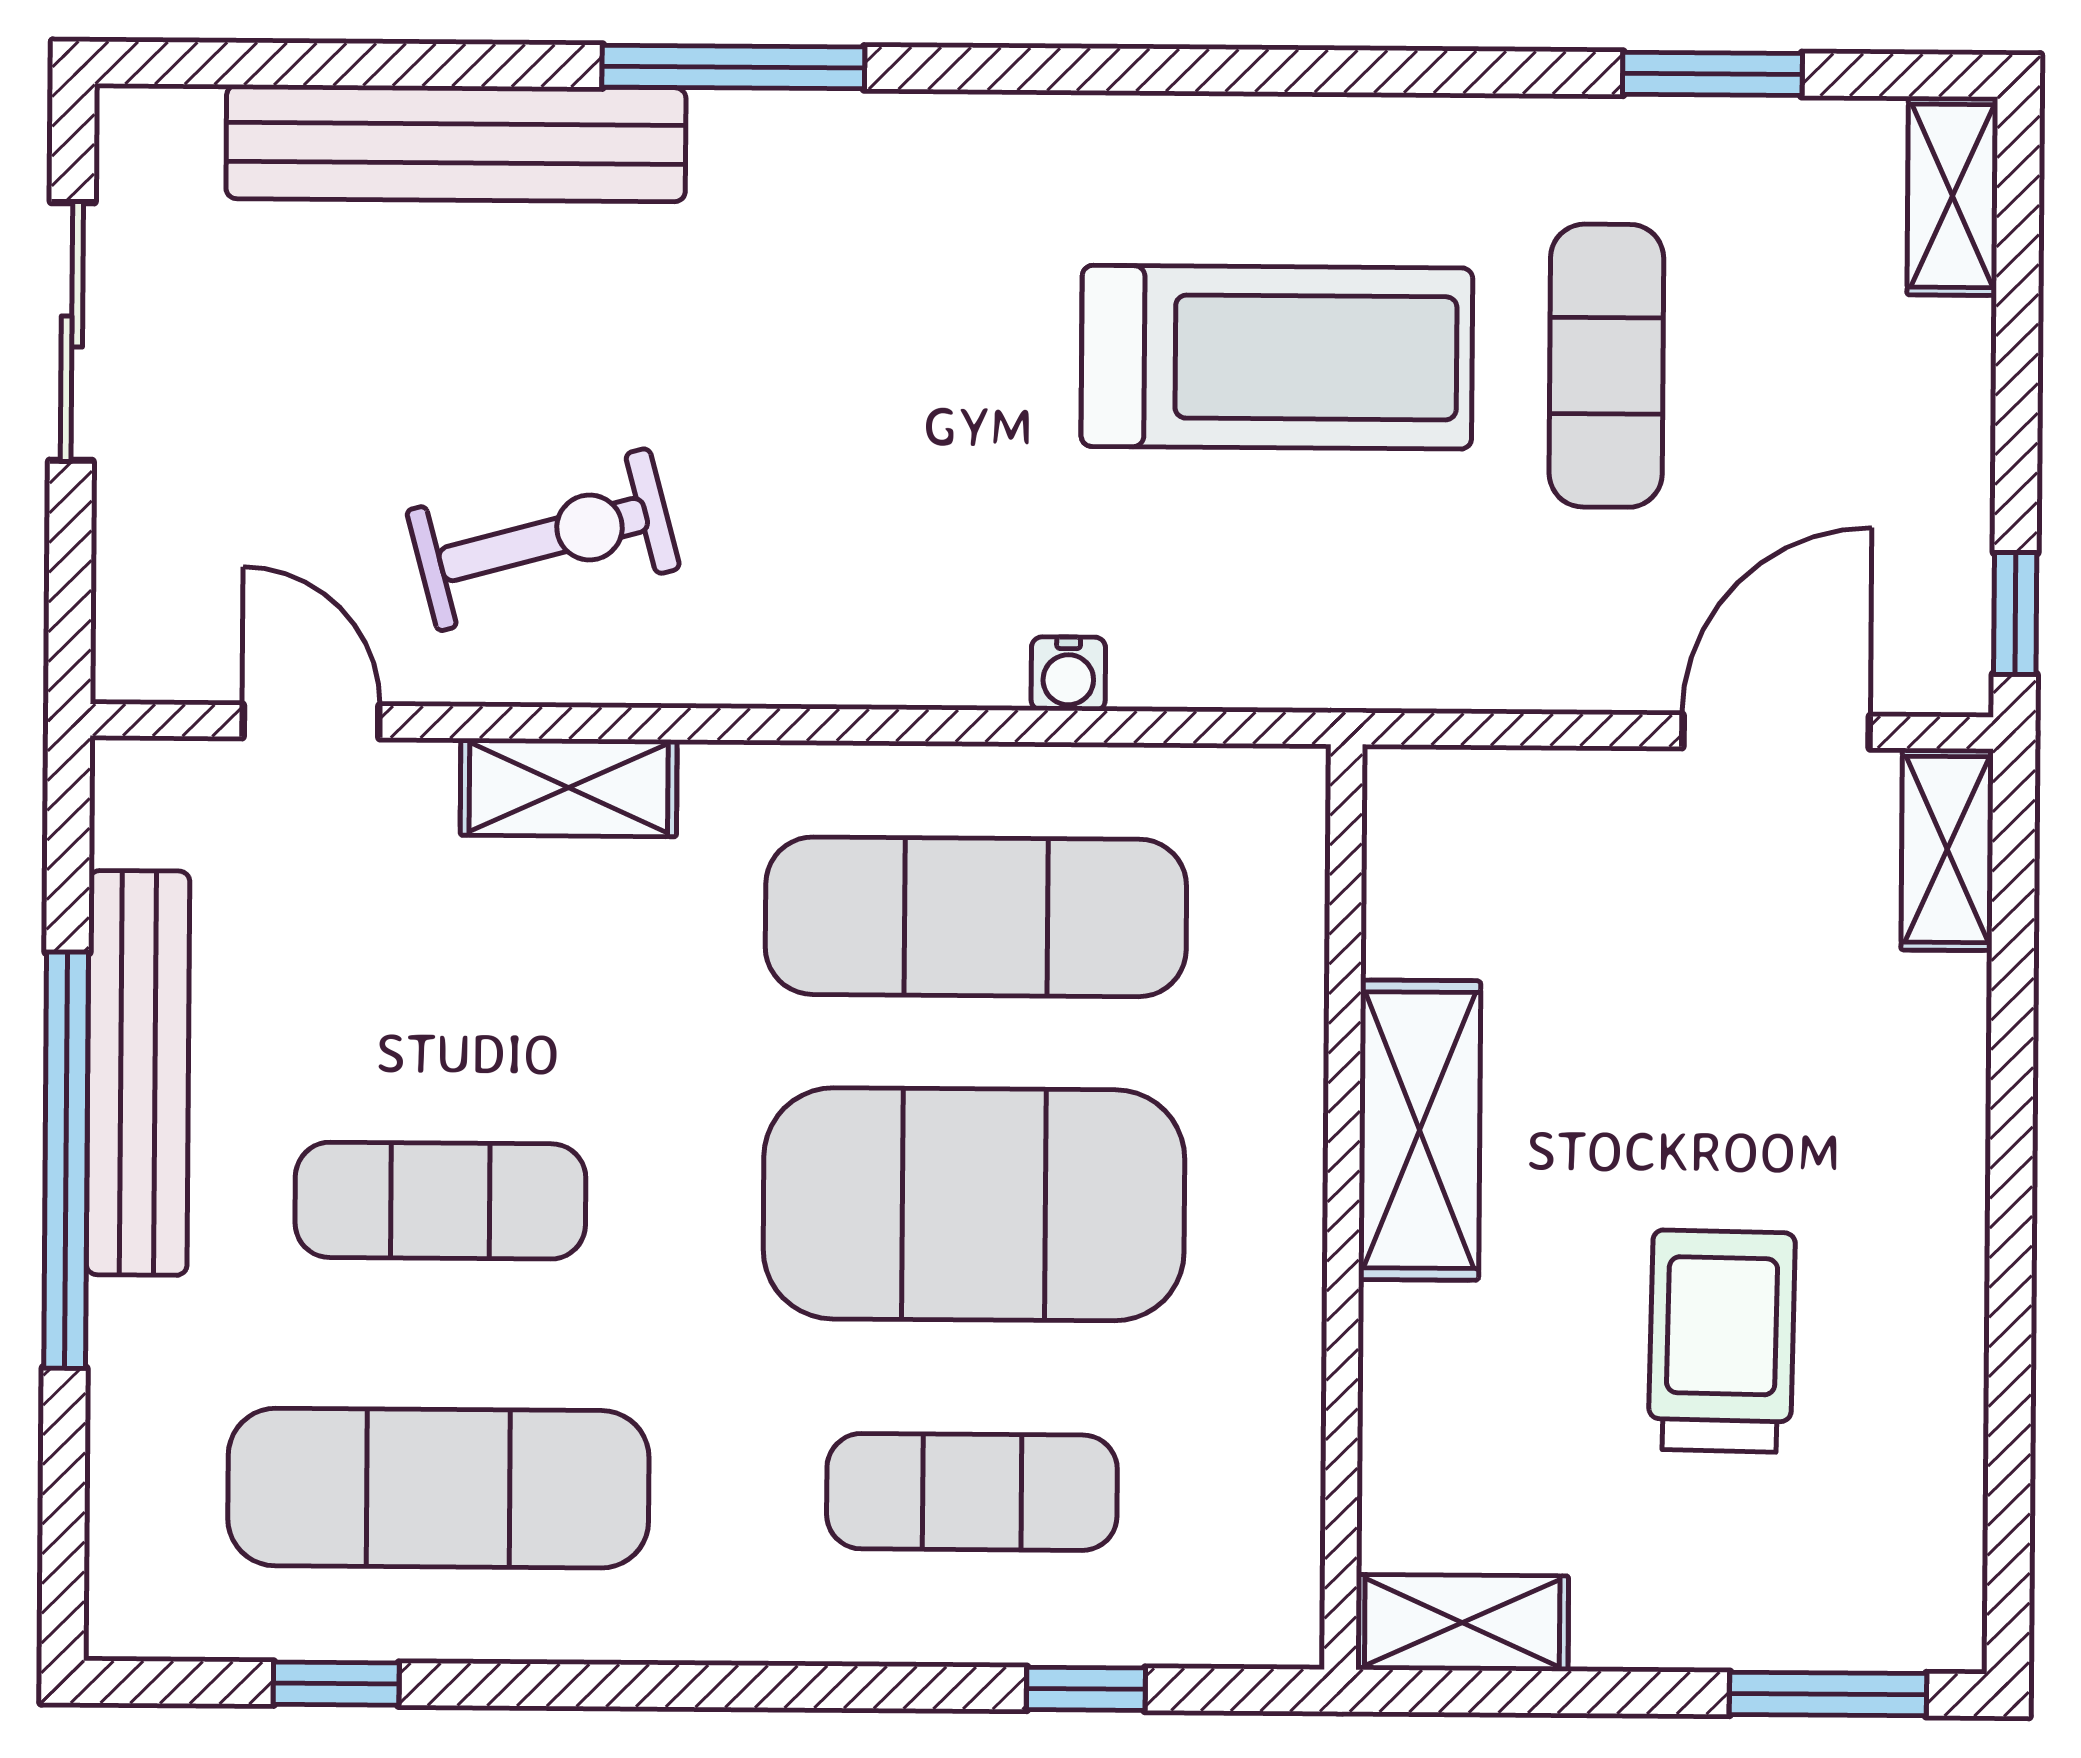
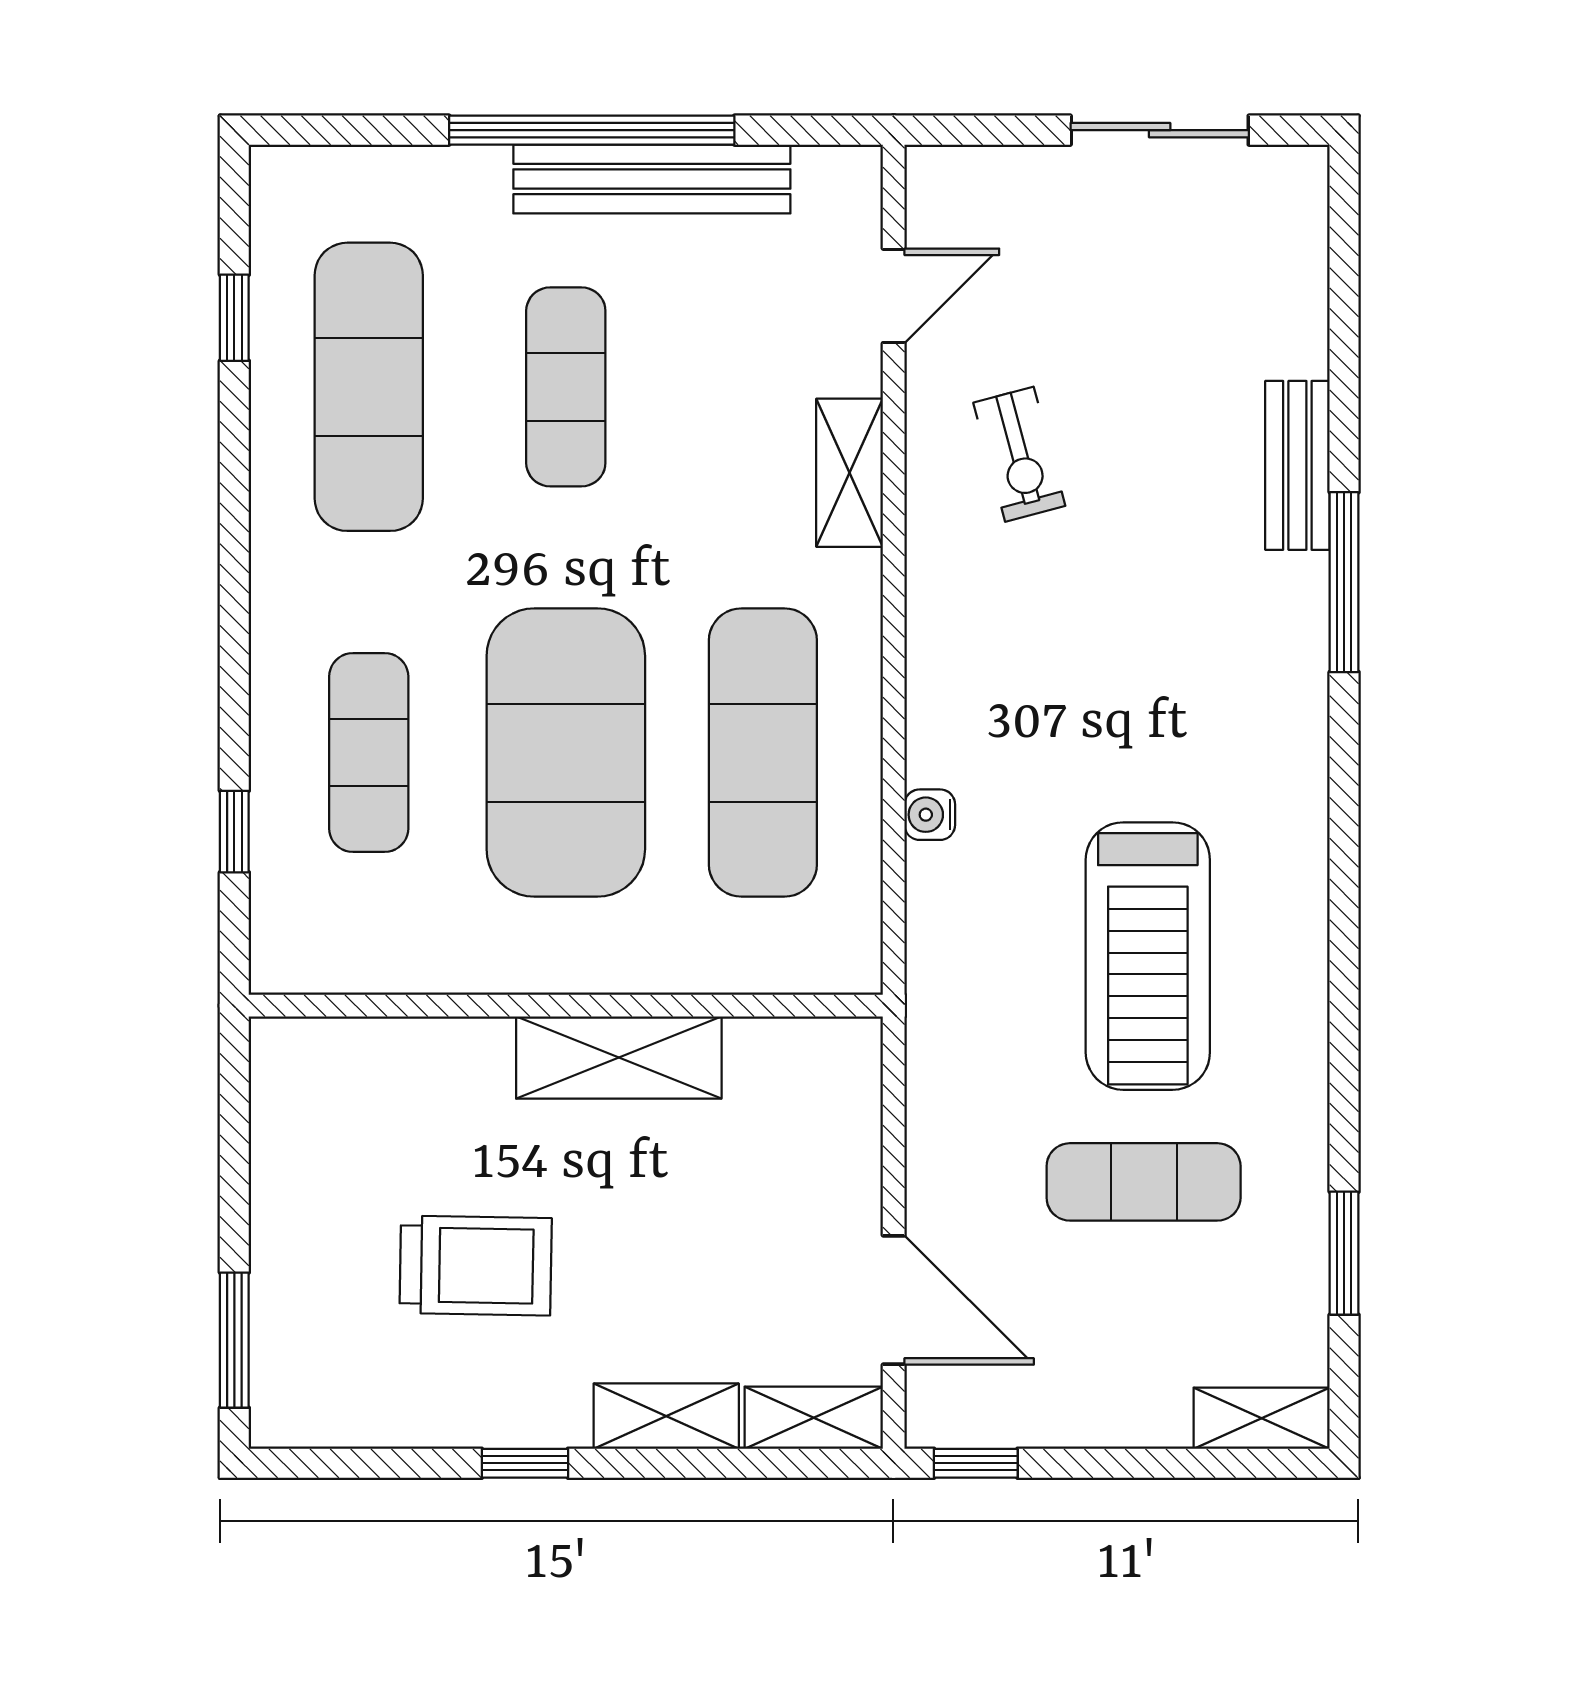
bench: (456, 143) -> (1297, 465), width x0.54, depth x0.82
exercise bike: (543, 540) -> (1019, 454), width x0.73, depth x0.72
window: (2011, 1271) -> (525, 1463), added
shelving: (1462, 1623) -> (666, 1416), moved, turned 90

